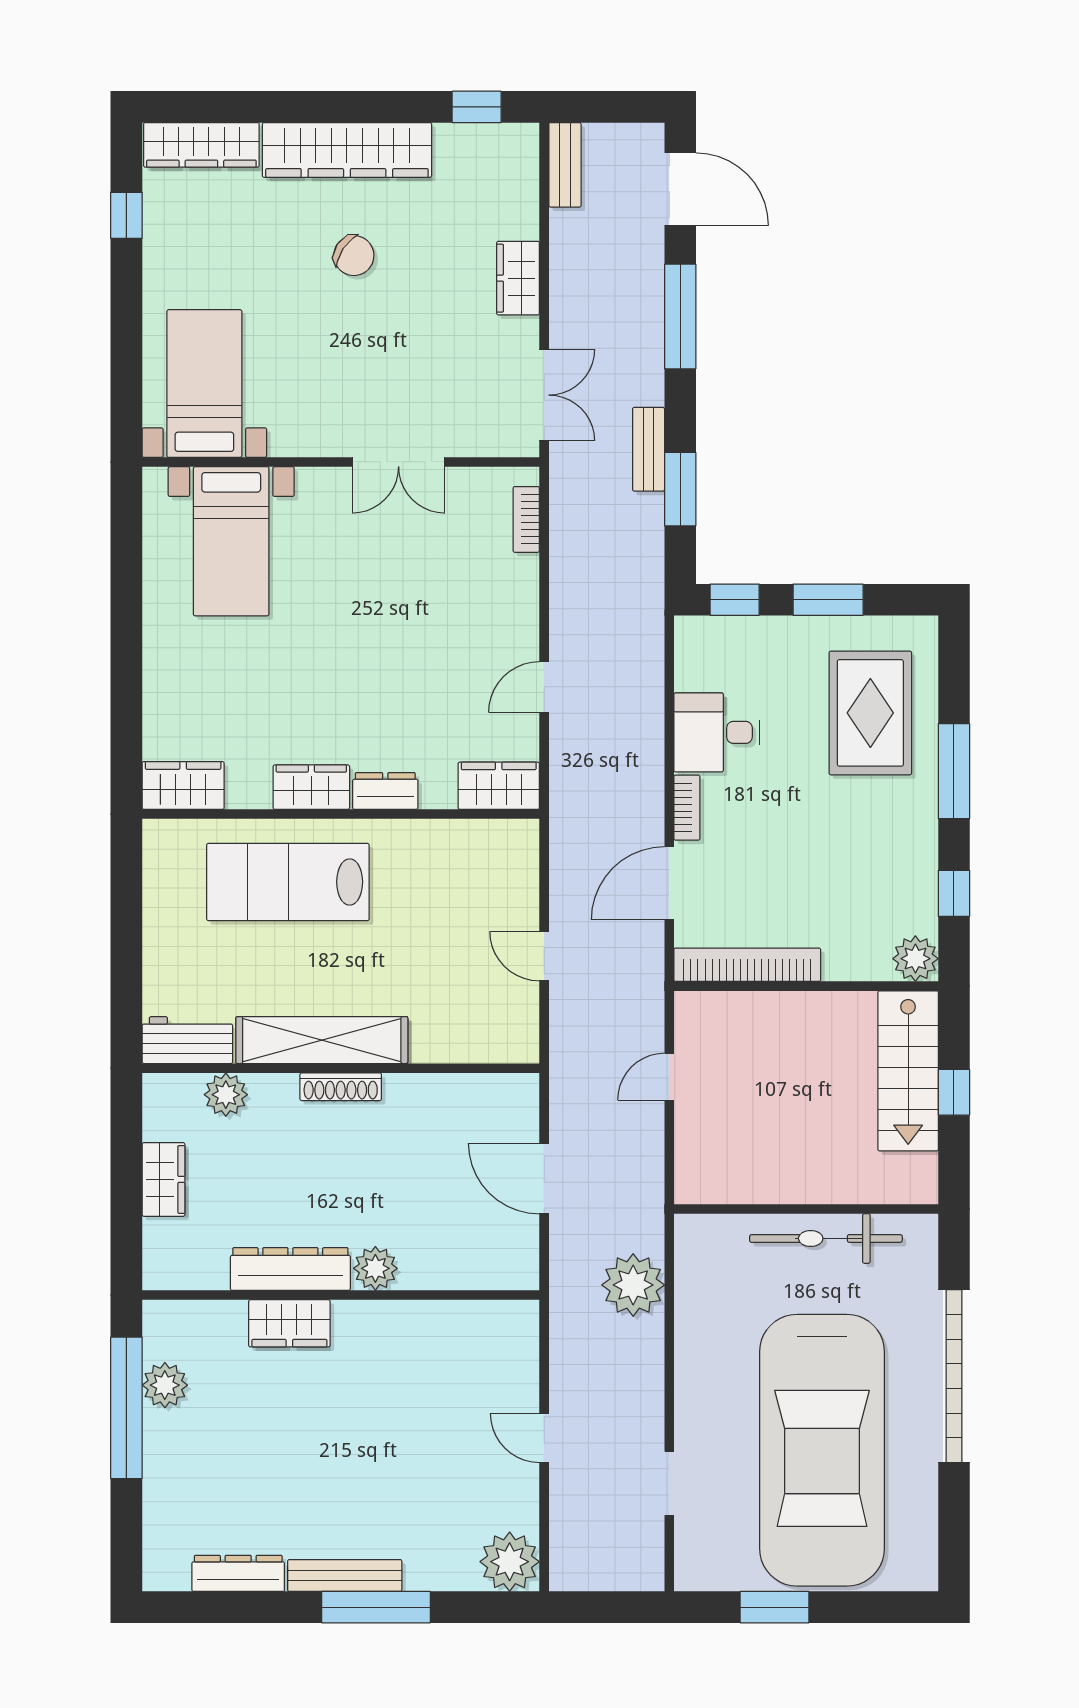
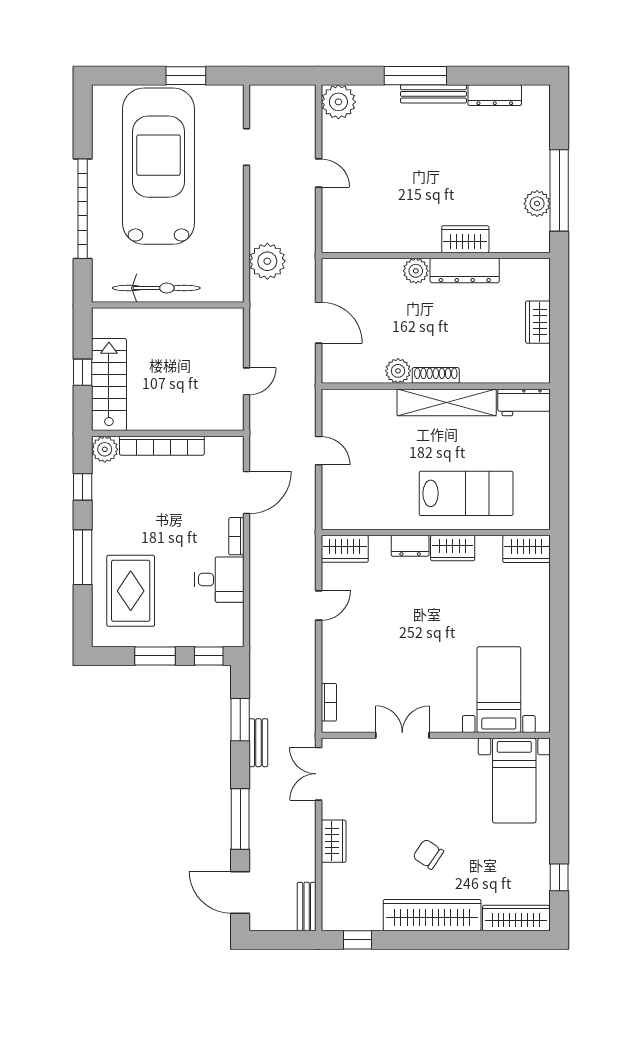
bookcase: (747, 965) -> (162, 446), moved
plant: (226, 1095) -> (398, 371), moved

